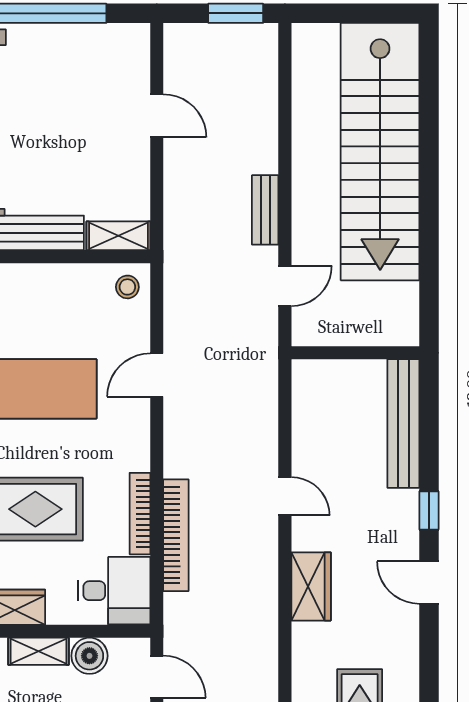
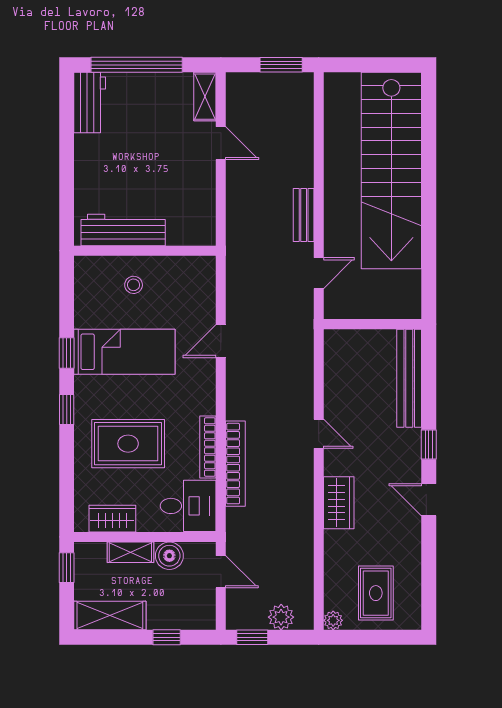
shelving: (118, 236) -> (205, 97), moved, turned 90
stool: (127, 287) -> (134, 285), moved

